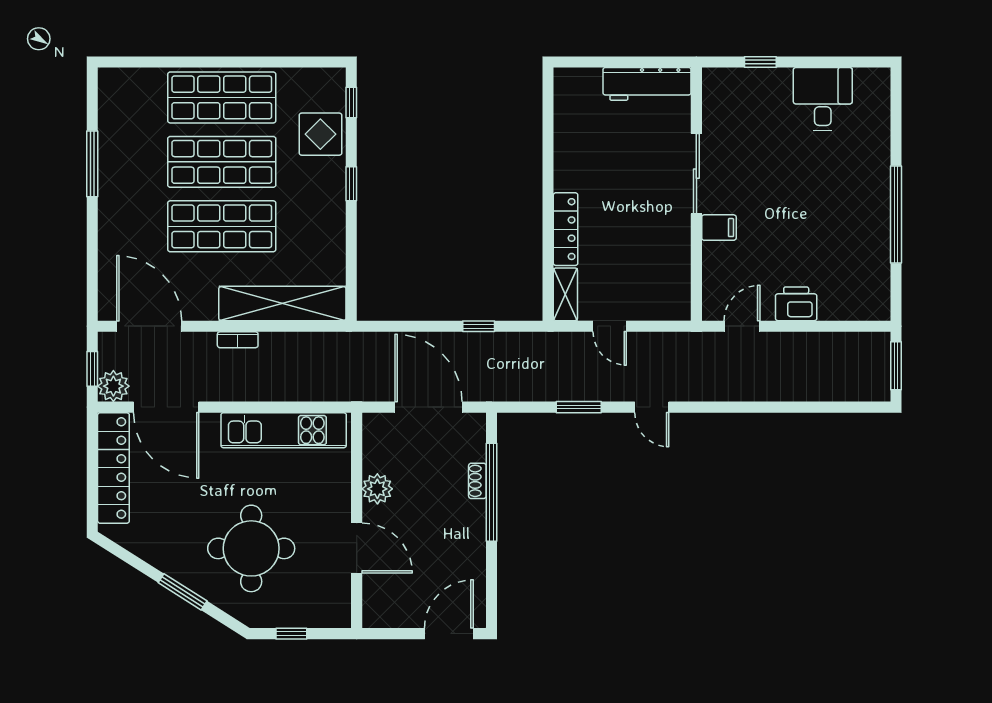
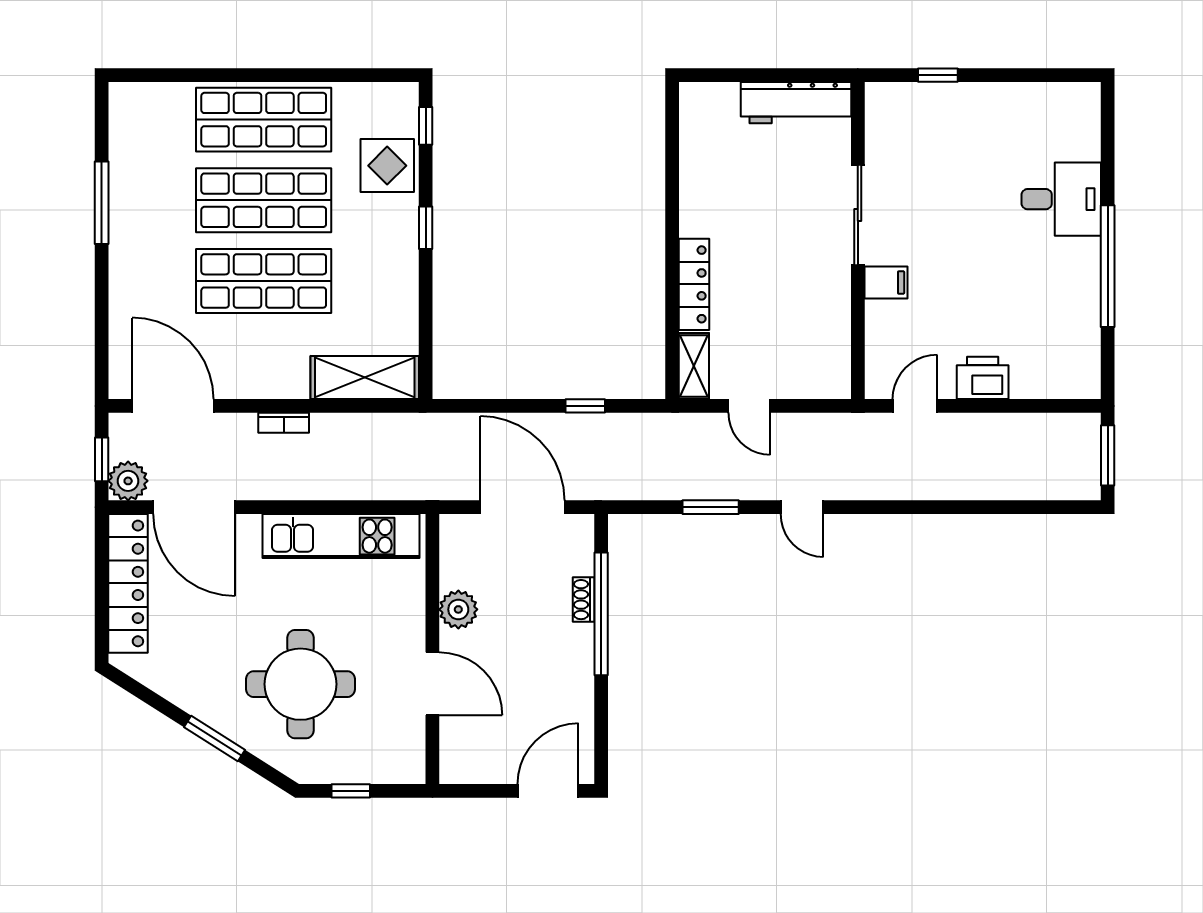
desk: (823, 99) -> (1061, 199), moved, turned 90
shelving: (282, 304) -> (365, 378), width x0.68

